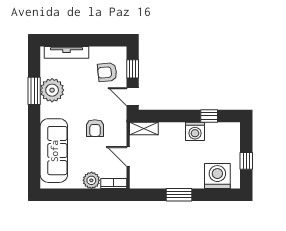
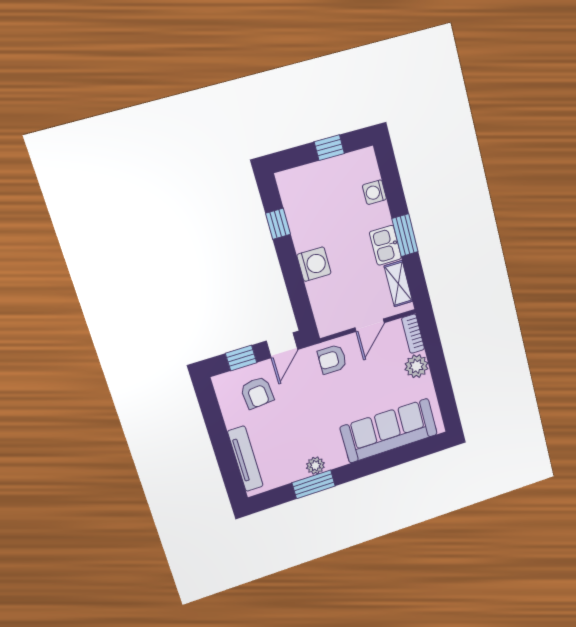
plant: (52, 90) -> (315, 466), width x0.53, depth x0.53
armchair: (95, 128) -> (332, 359), moved, turned 180
shelving: (144, 128) -> (398, 284), moved
washing machine: (195, 131) -> (314, 264), moved
washing machine: (217, 176) -> (374, 192), width x0.53, depth x0.53
kitchen sink: (176, 180) -> (385, 245), added

